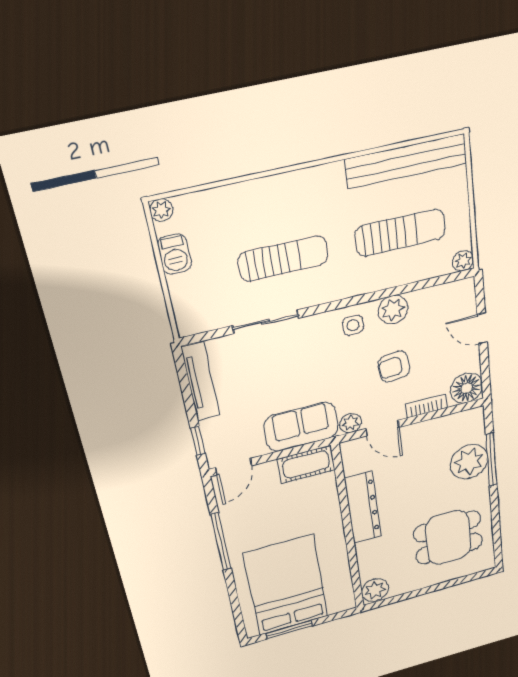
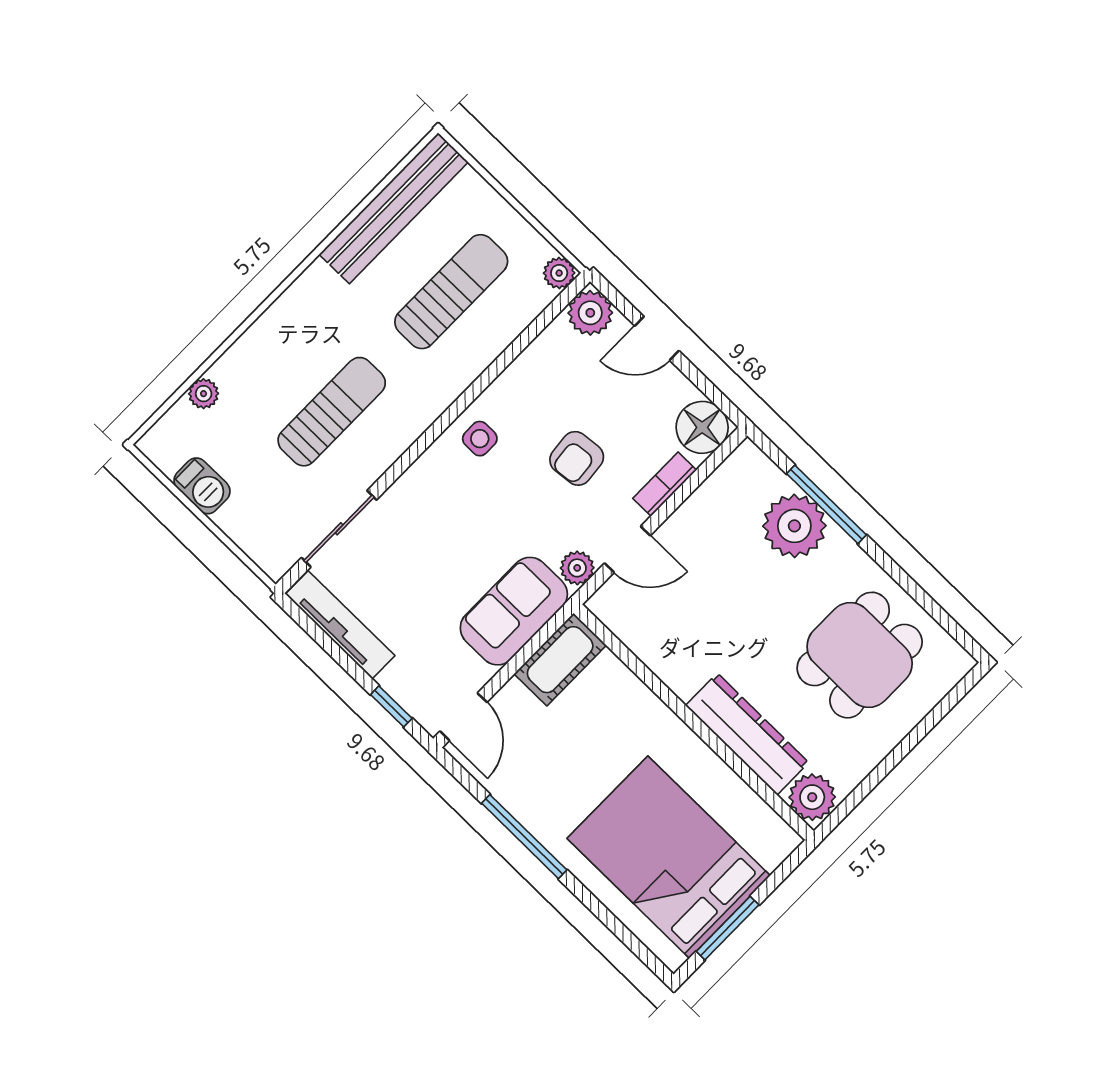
plant: (162, 210) -> (204, 394), moved
plant: (393, 310) -> (590, 313), moved
sliding door: (266, 322) -> (339, 529), moved
dresser: (363, 508) -> (747, 734), moved

